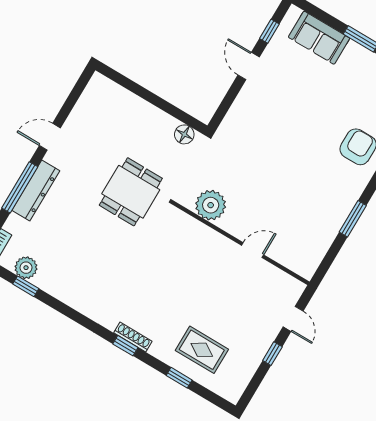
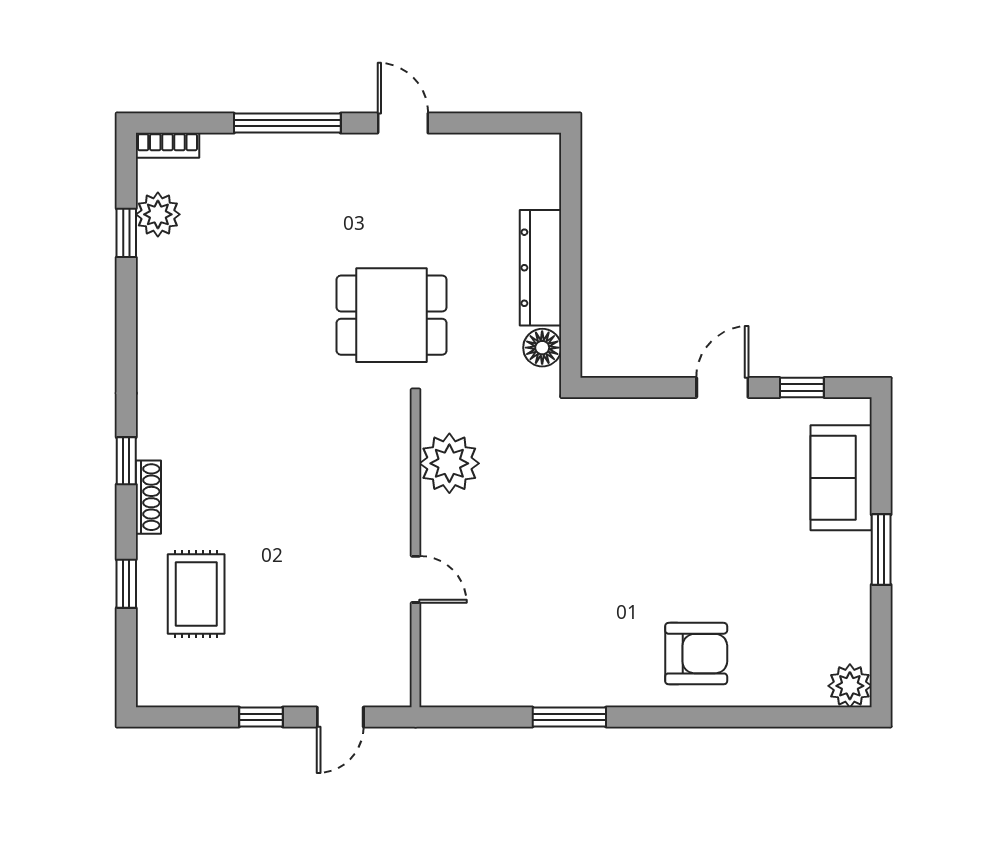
dresser: (36, 190) -> (540, 268), moved, turned 90
shoe rack: (133, 337) -> (148, 497), moved

